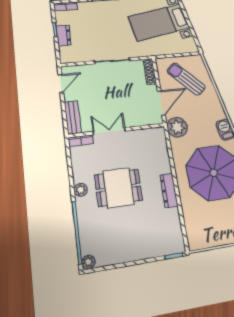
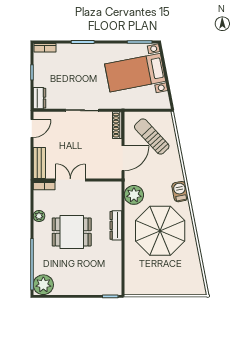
dresser: (64, 36) -> (39, 98), moved
plant: (177, 127) -> (134, 195), moved
plant: (81, 190) -> (39, 216), moved
dresser: (169, 190) -> (116, 225), moved
plant: (88, 262) -> (43, 285), width x1.88, depth x1.88

